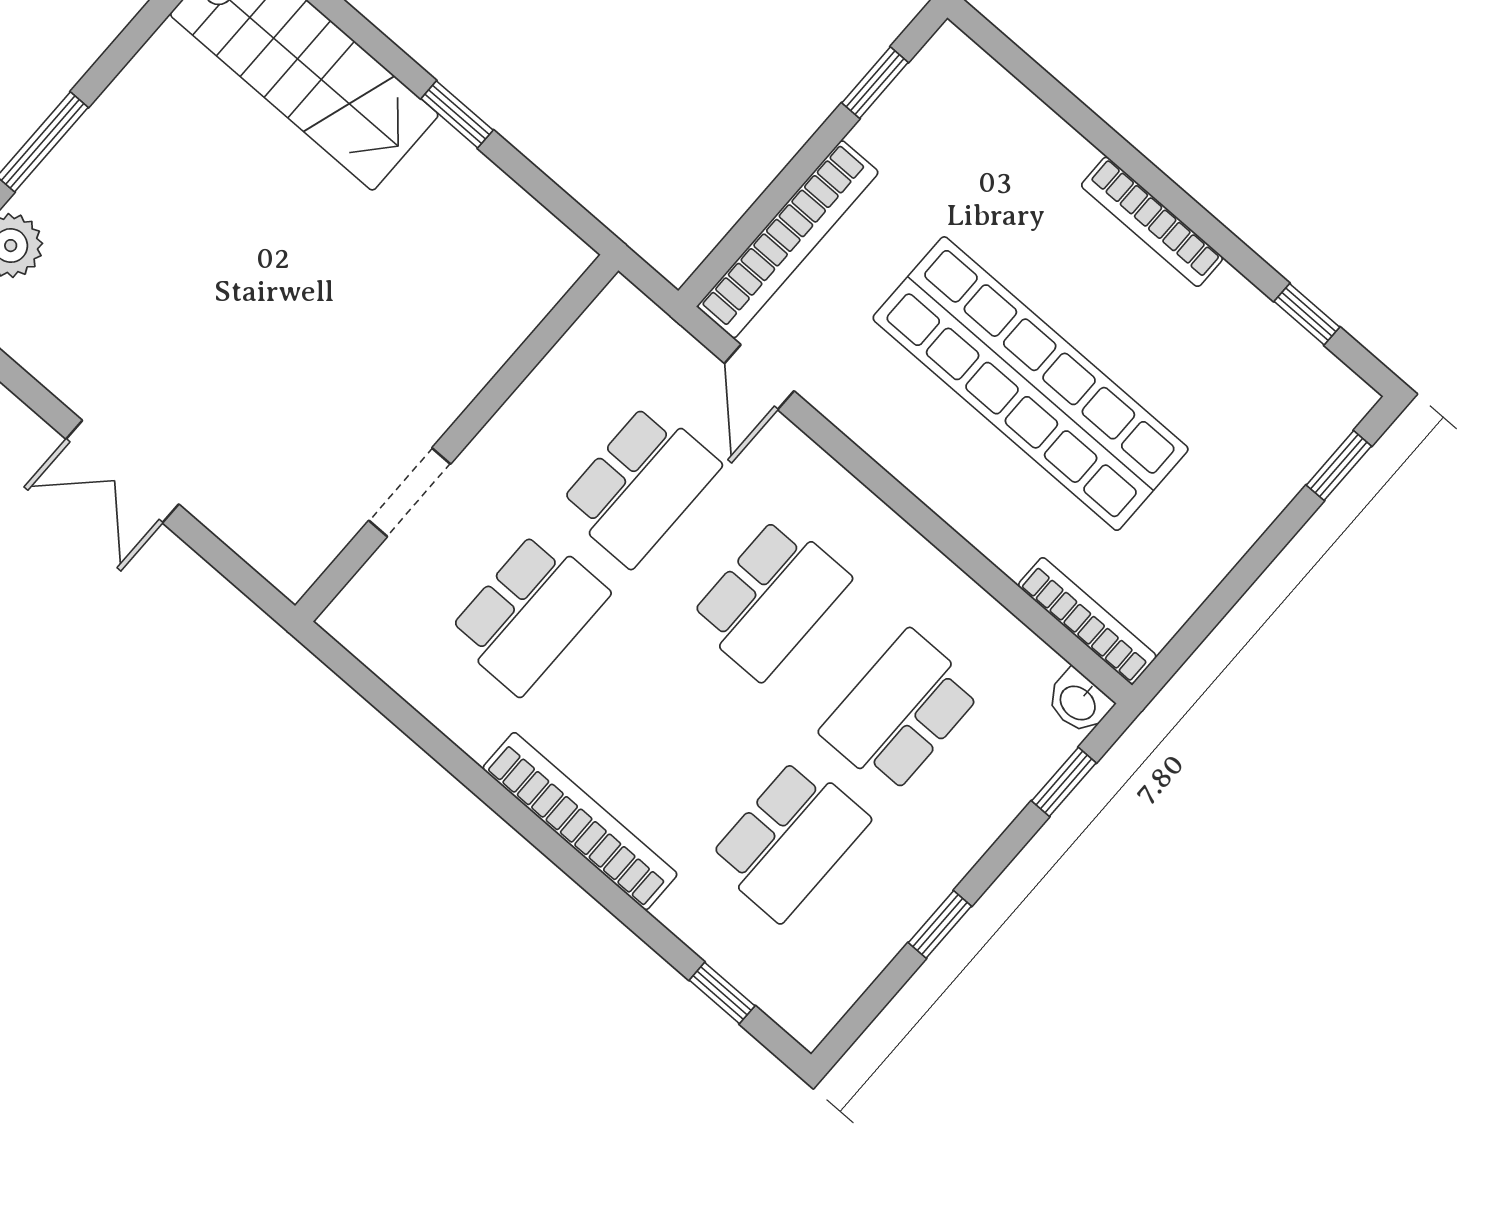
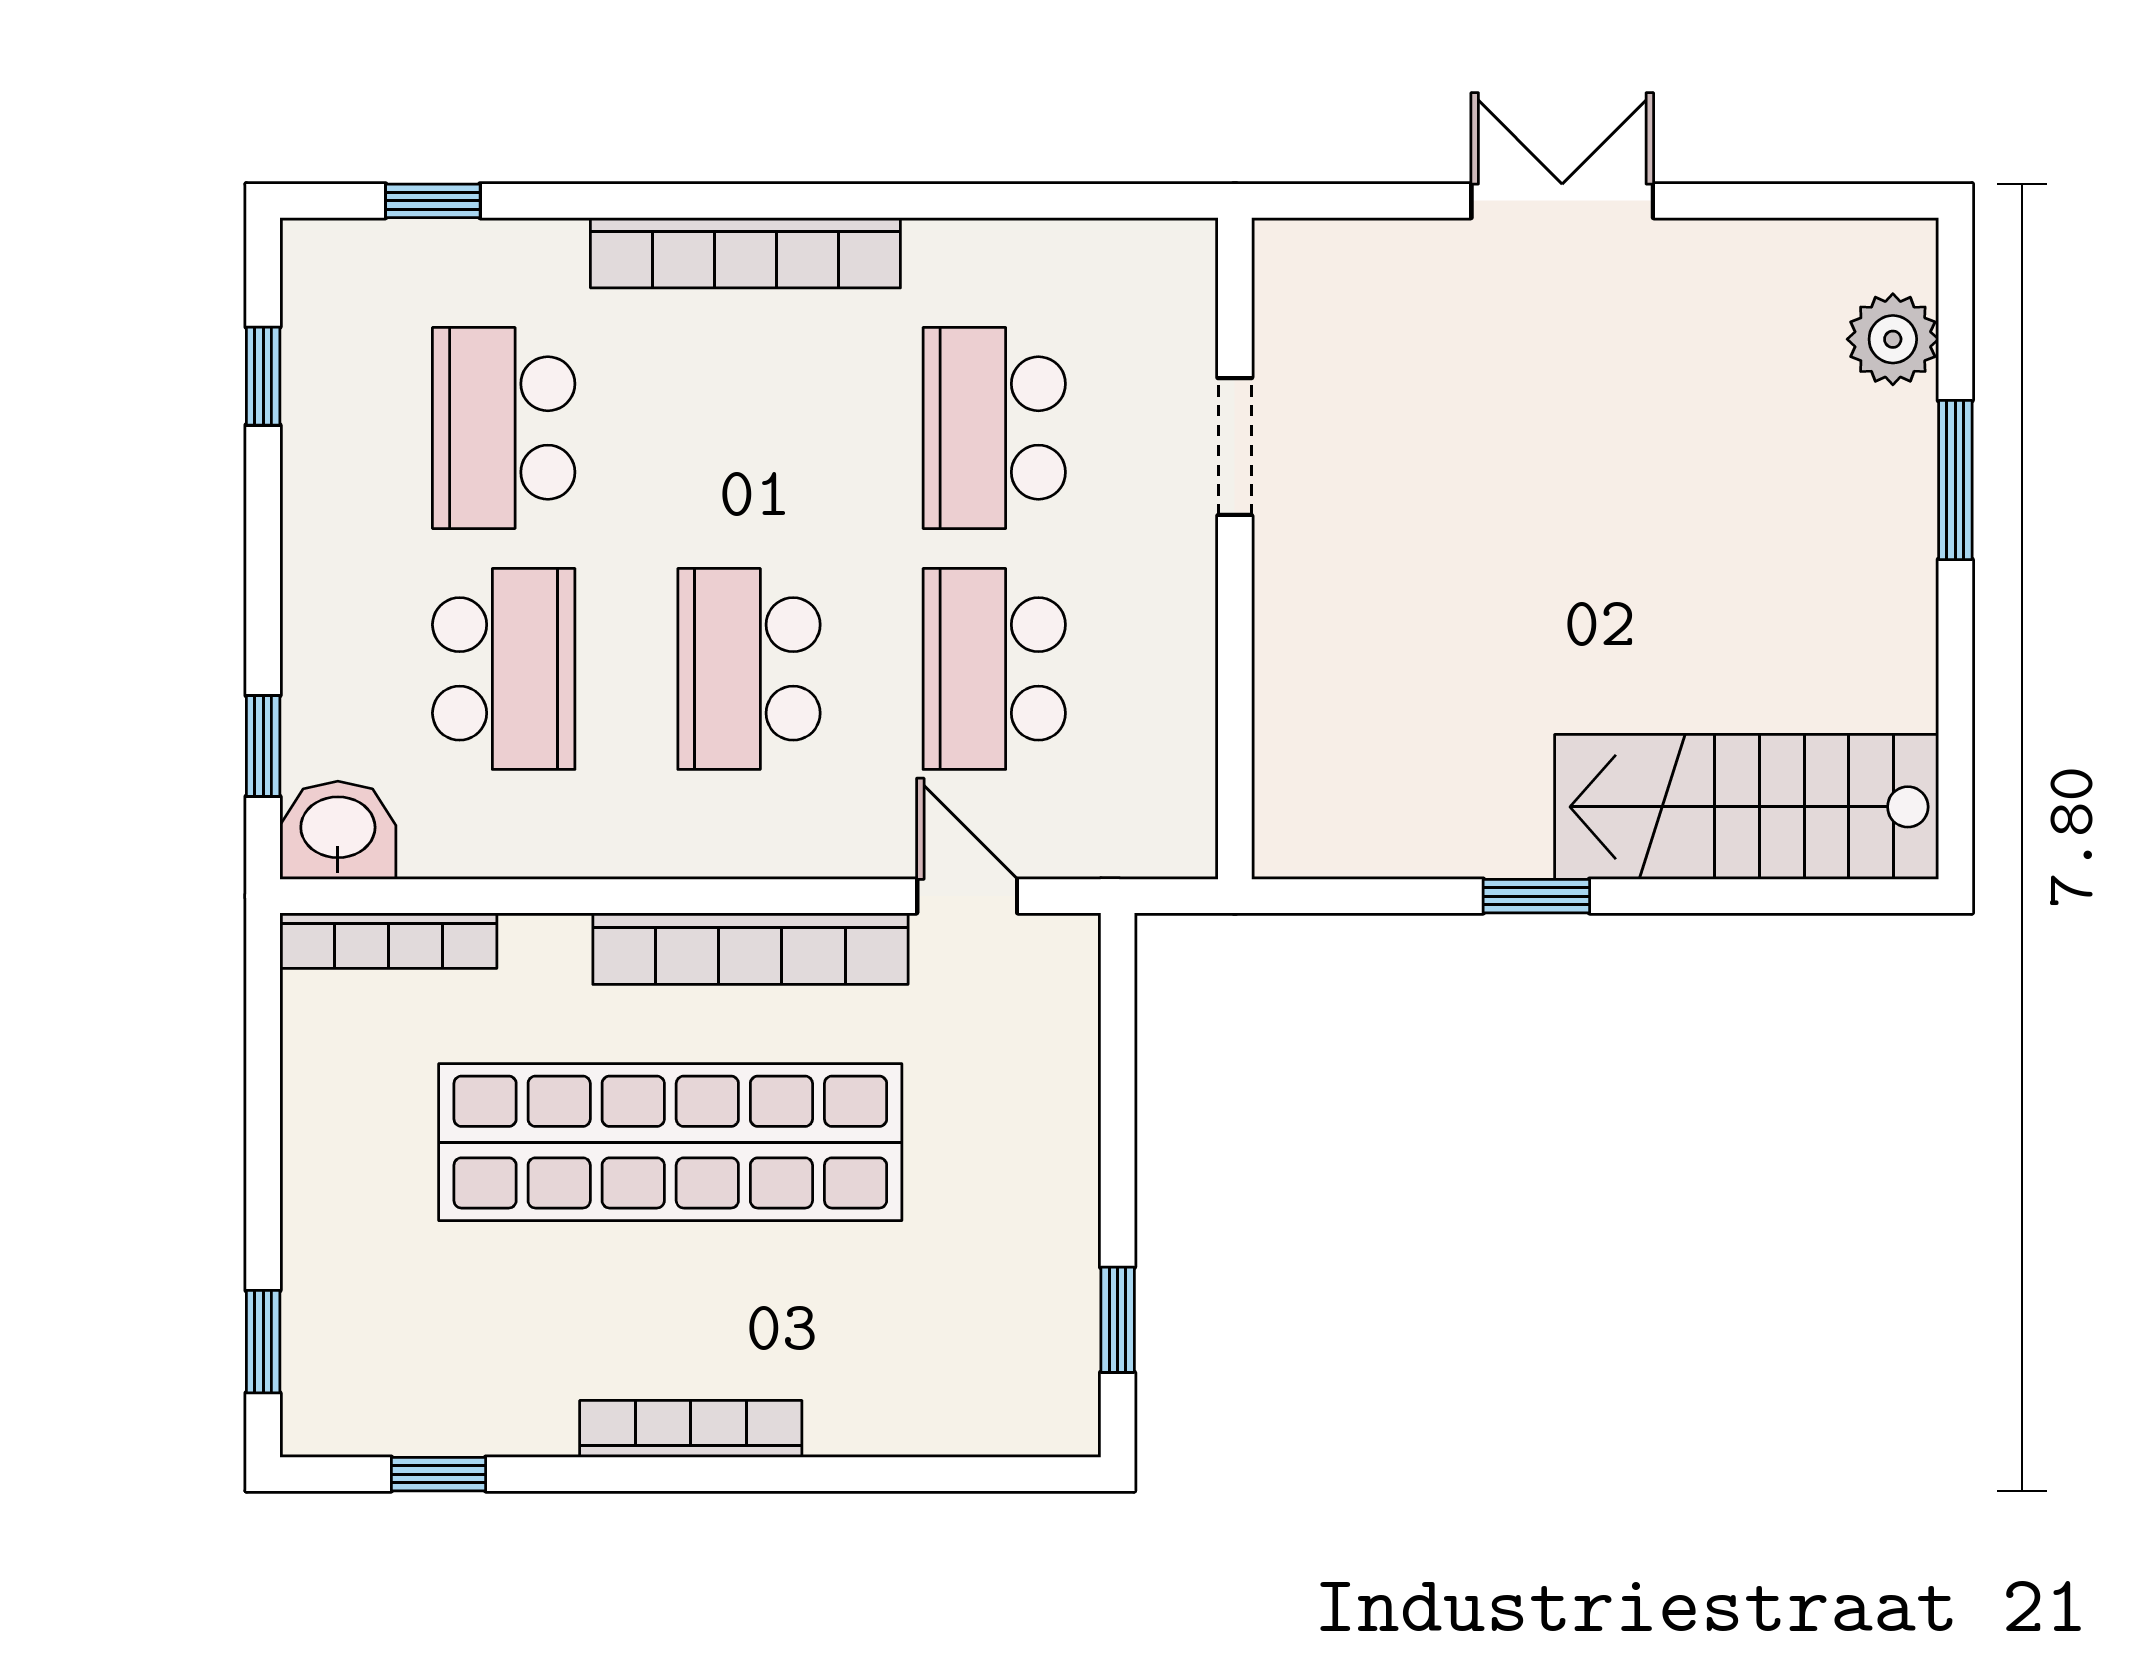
bookcase: (788, 239) -> (750, 949), moved, turned -90
washbasin: (1079, 702) -> (338, 830), width x1.38, depth x1.45
window: (940, 924) -> (263, 376), moved

